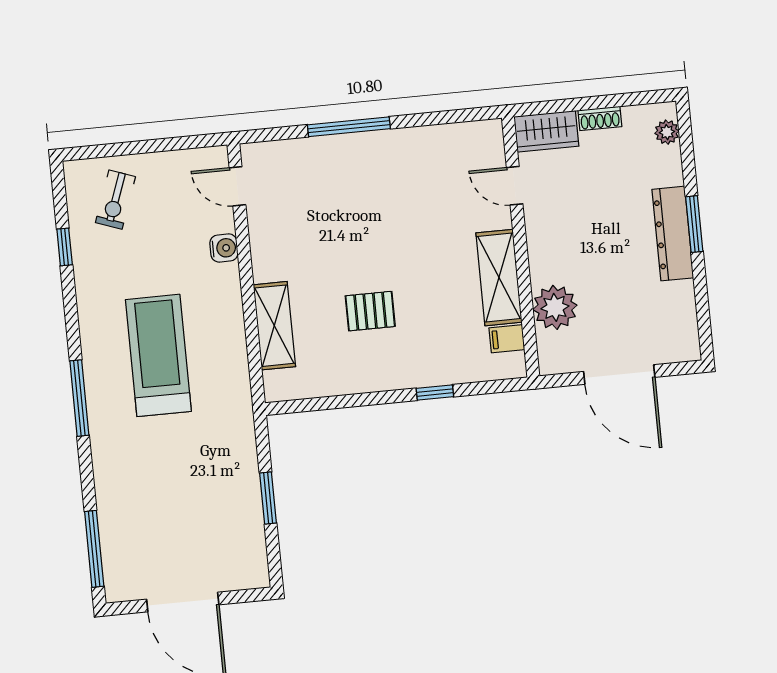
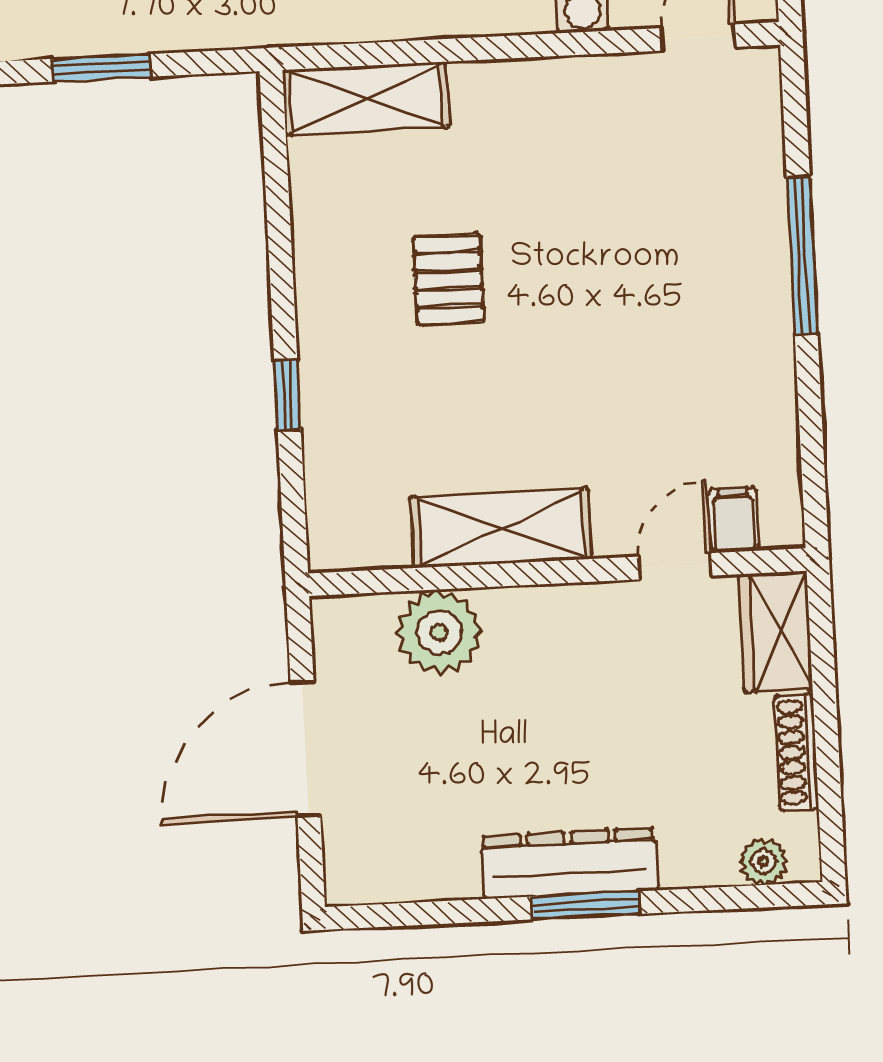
shoe rack: (600, 118) -> (796, 752), width x1.43
shelving: (274, 326) -> (366, 98), moved
filing cabinet: (507, 339) -> (734, 520), moved

